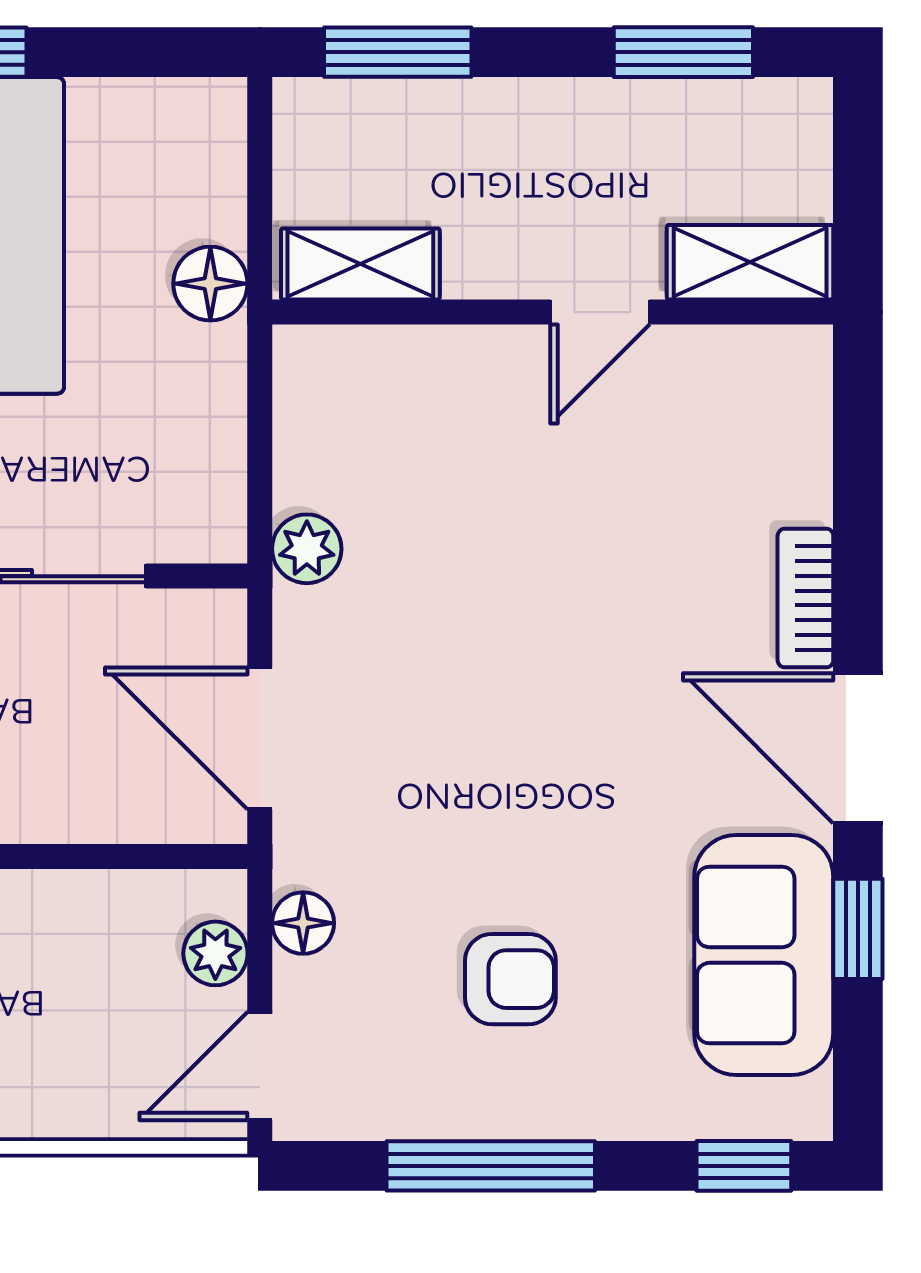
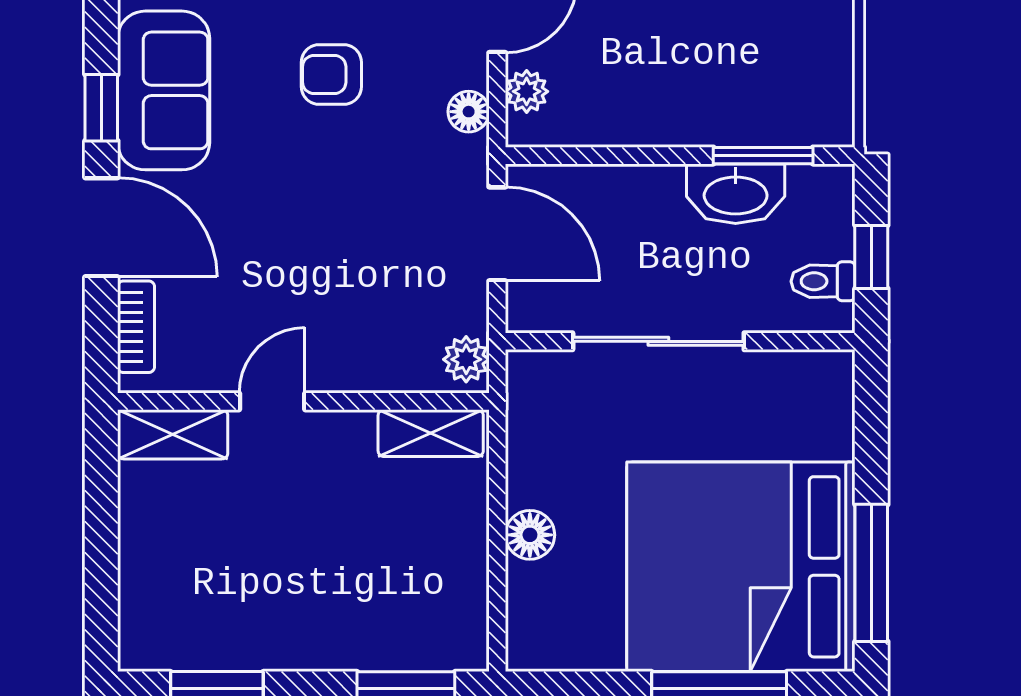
shelving: (750, 262) -> (173, 434), moved
shelving: (360, 264) -> (431, 433), moved
wall: (553, 312) -> (303, 401), moved
door: (600, 312) -> (272, 401), moved

